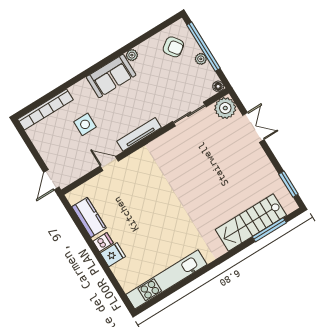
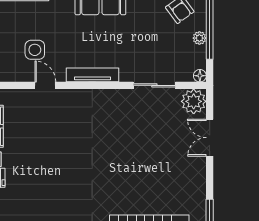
side table: (85, 124) -> (35, 50), moved
double door: (253, 127) -> (210, 138), swing flipped

